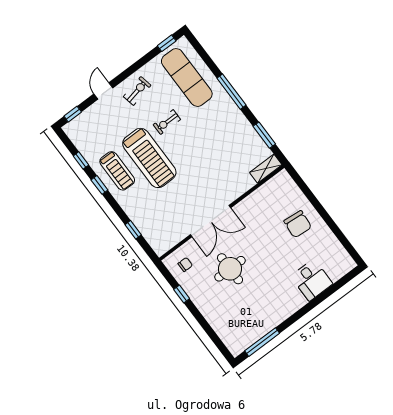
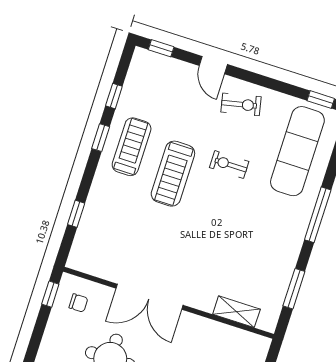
door: (103, 91) -> (213, 65), swing flipped
treadmill: (149, 158) -> (173, 174), width x0.73, depth x0.73
shelving: (266, 169) -> (236, 312), moved
treadmill: (117, 171) -> (132, 147), turned 180
window: (182, 294) -> (50, 294), moved

